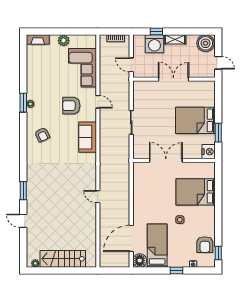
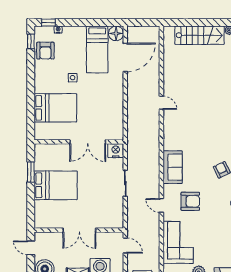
nightstand: (209, 152) -> (116, 151), moved, turned 90
armchair: (205, 245) -> (45, 51), turned 180
window: (177, 270) -> (49, 23), moved

